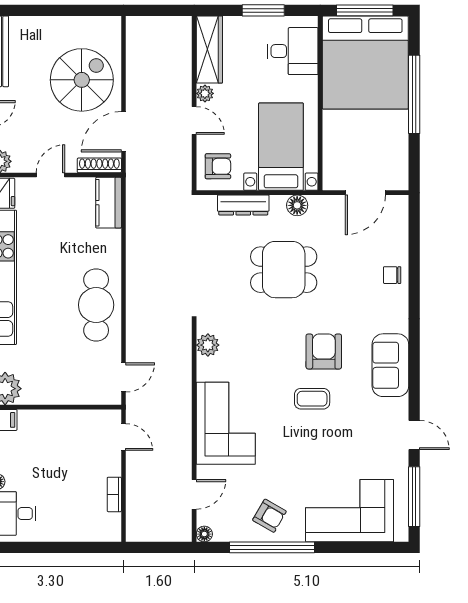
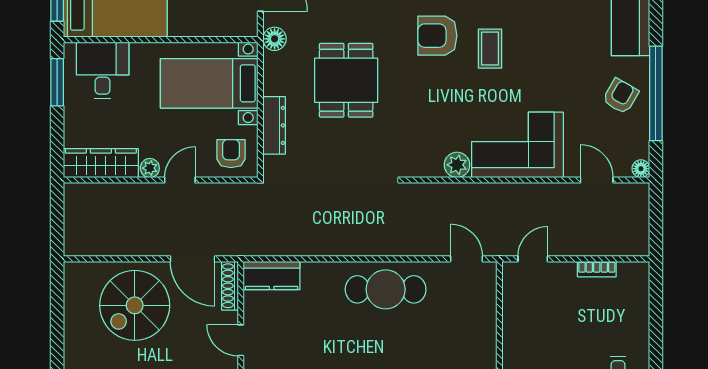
window: (263, 10) -> (57, 82), moved
spiral stairs: (82, 80) -> (135, 305), turned -90
floor lamp: (297, 205) -> (275, 39), moved
plant: (208, 345) -> (457, 165), moved

